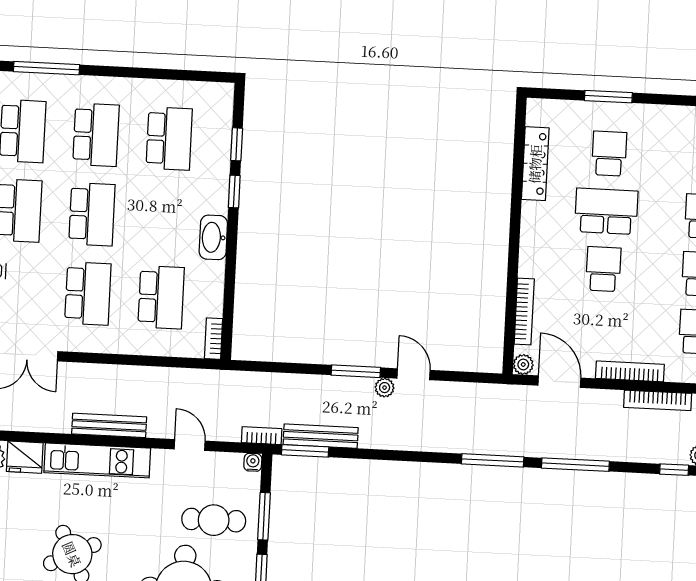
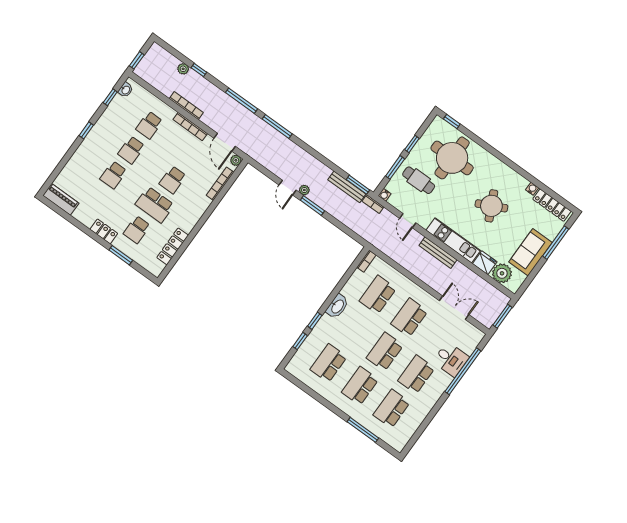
locker: (659, 117) -> (104, 231), added

